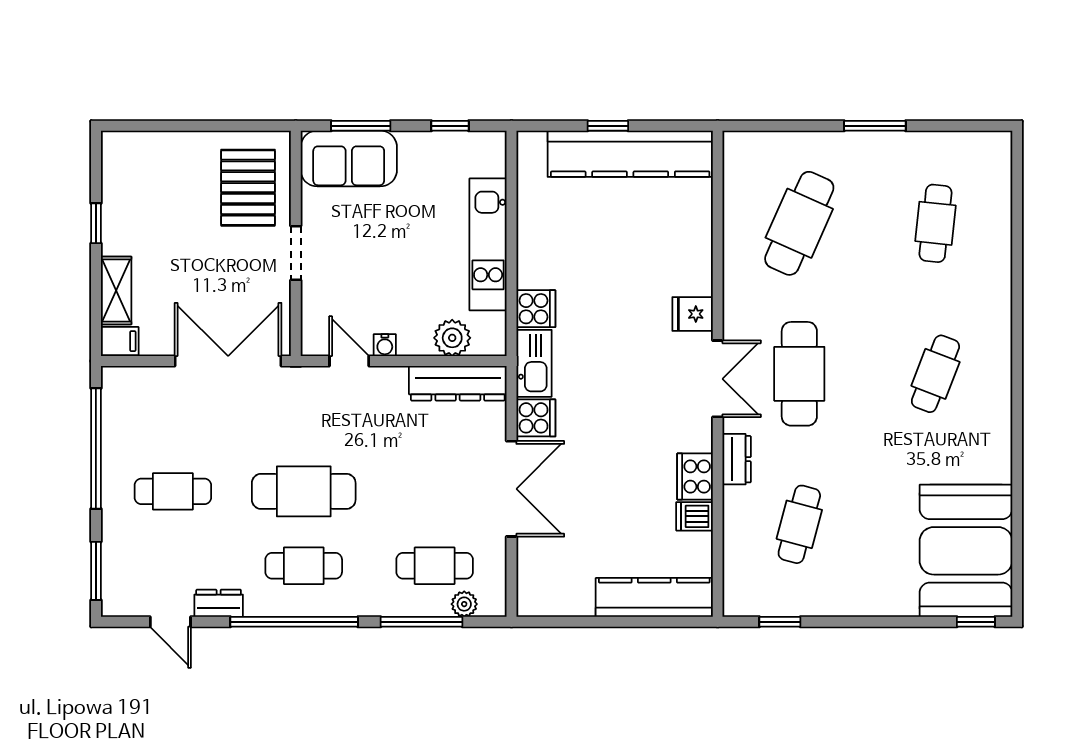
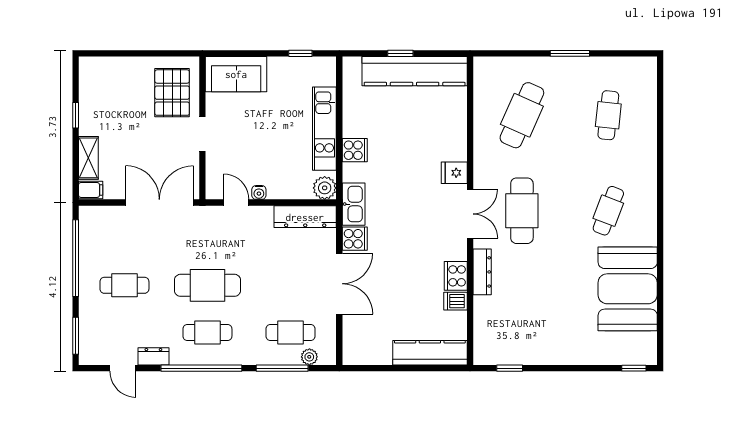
window: (361, 126) -> (244, 53), removed
cooker: (536, 309) -> (355, 150), moved
plant: (452, 338) -> (325, 188), moved
dresser: (737, 459) -> (482, 272), width x1.44
cafe table: (799, 524) -> (522, 306), removed
booth: (966, 551) -> (628, 289), moved

